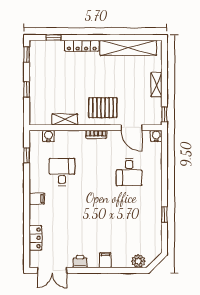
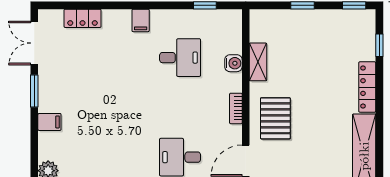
water cooler: (48, 136) -> (233, 63), moved
printer: (80, 262) -> (47, 84), removed
window: (84, 270) -> (34, 91), added

